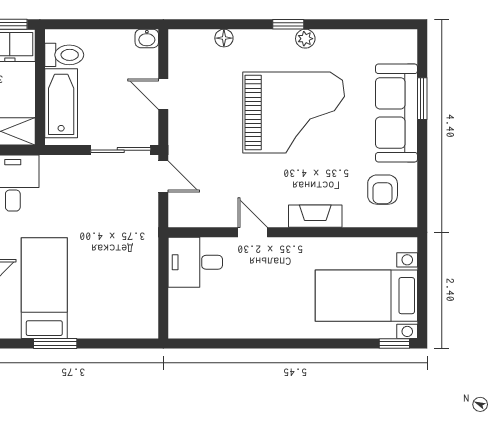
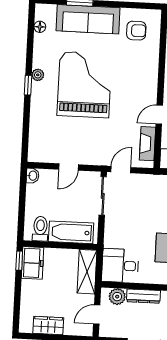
floor lamp: (224, 38) -> (40, 27), moved
fireplace: (315, 216) -> (147, 144), moved

